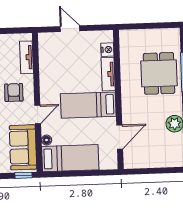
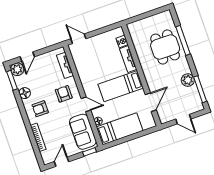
door: (70, 29) -> (78, 39), moved
door: (38, 114) -> (86, 104), hinge flipped
door: (154, 171) -> (183, 119), added

